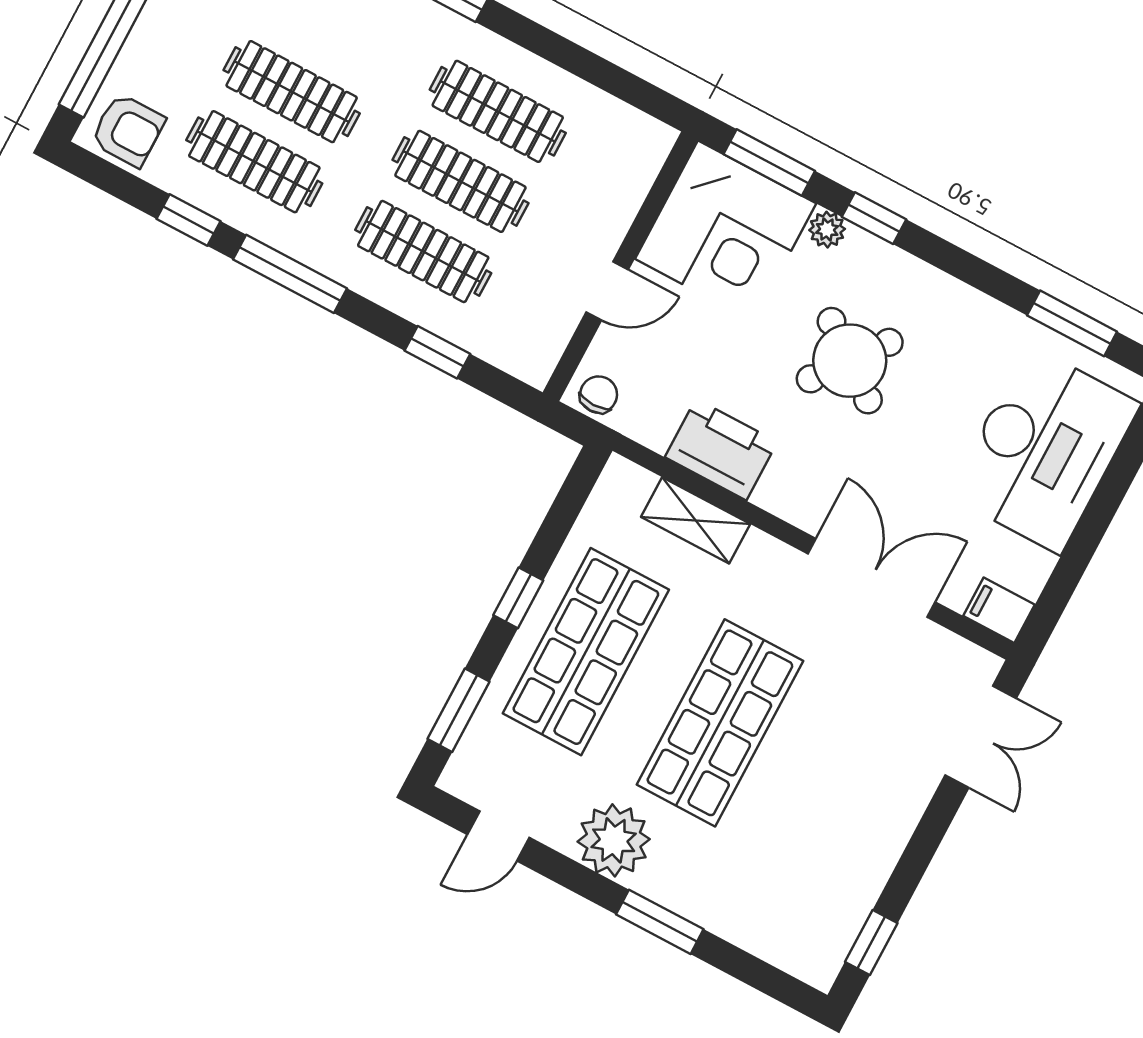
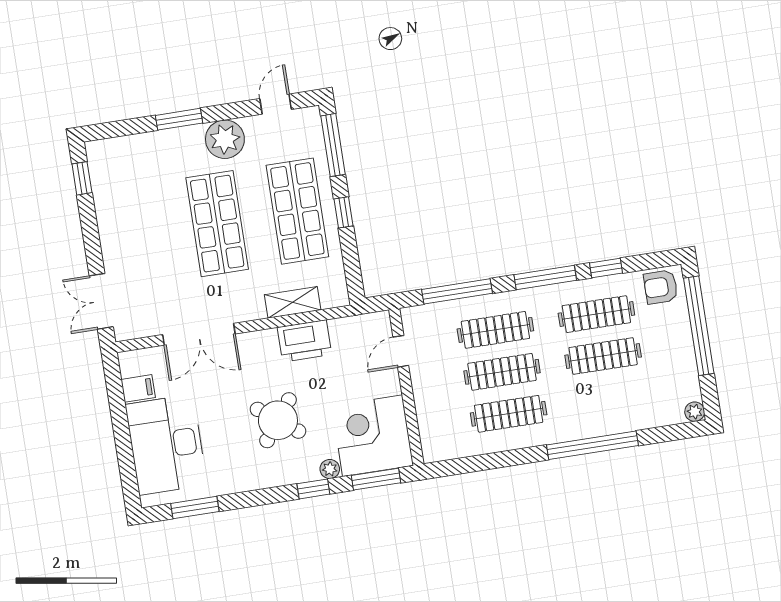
door: (607, 291) -> (401, 351), moved
window: (437, 352) -> (457, 291), width x2.17
chair: (599, 395) -> (374, 325), removed
filing cabinet: (999, 610) -> (138, 388), moved
window: (459, 710) -> (333, 145), width x1.44

